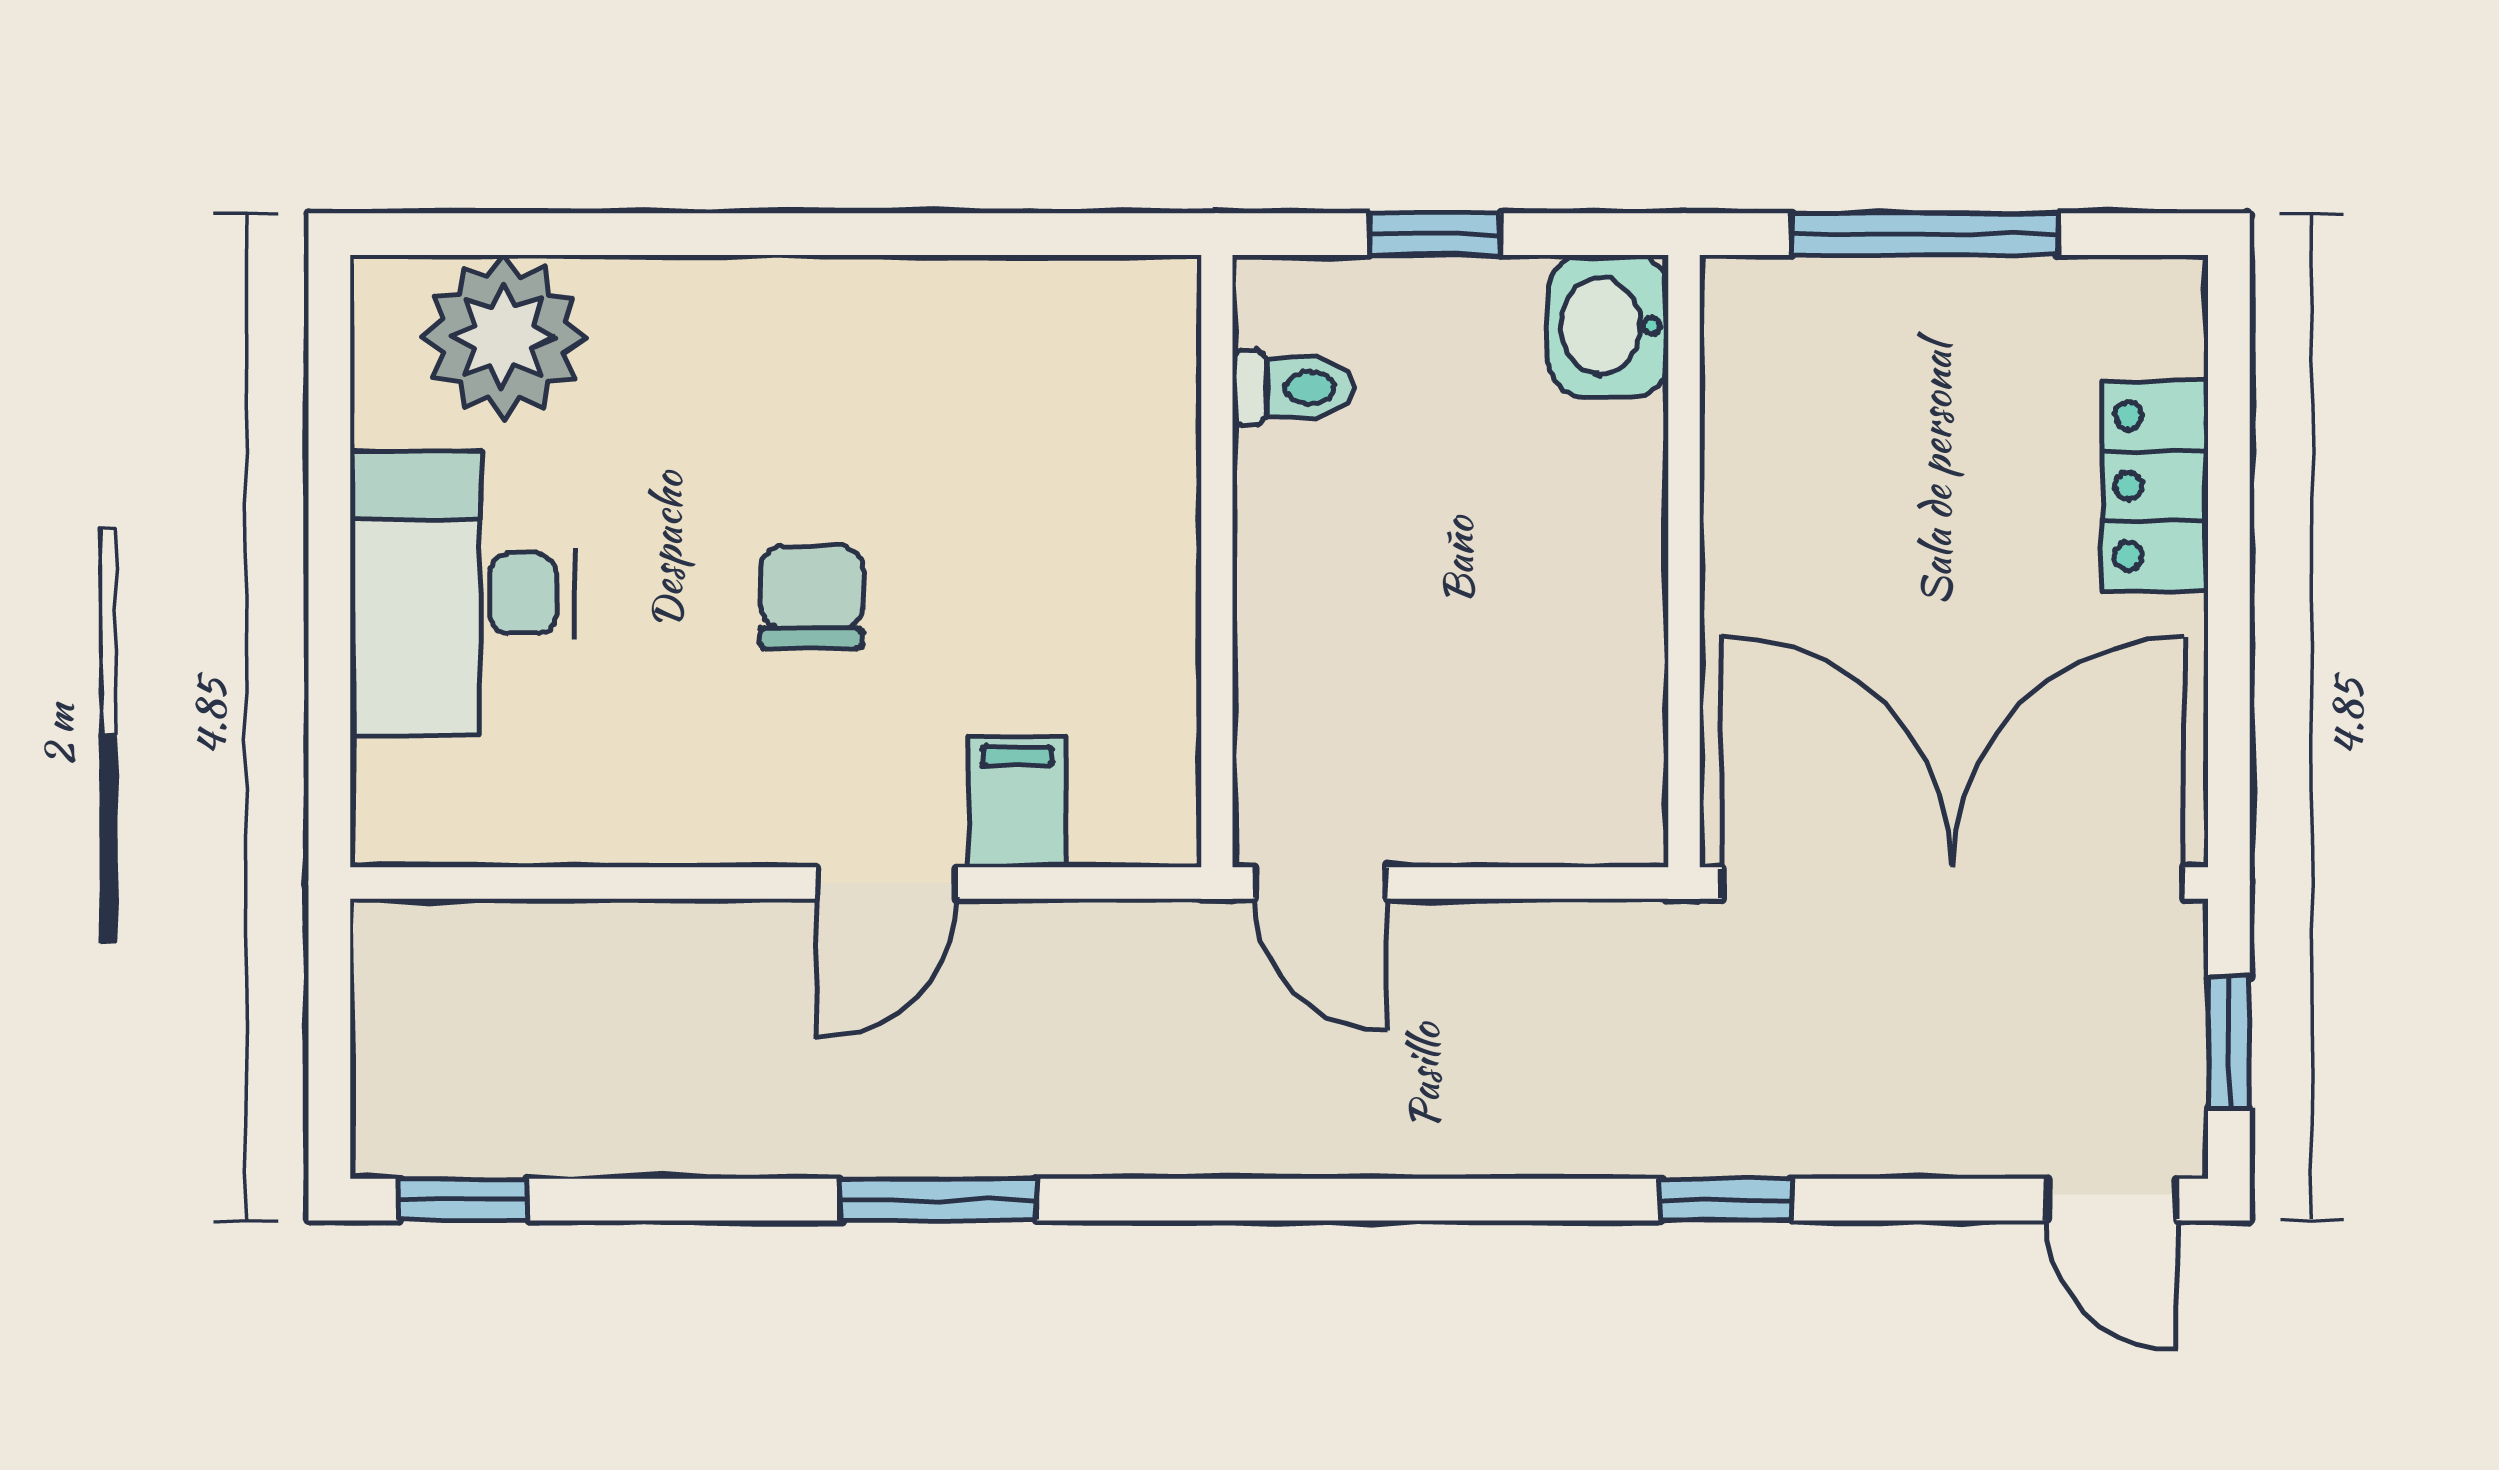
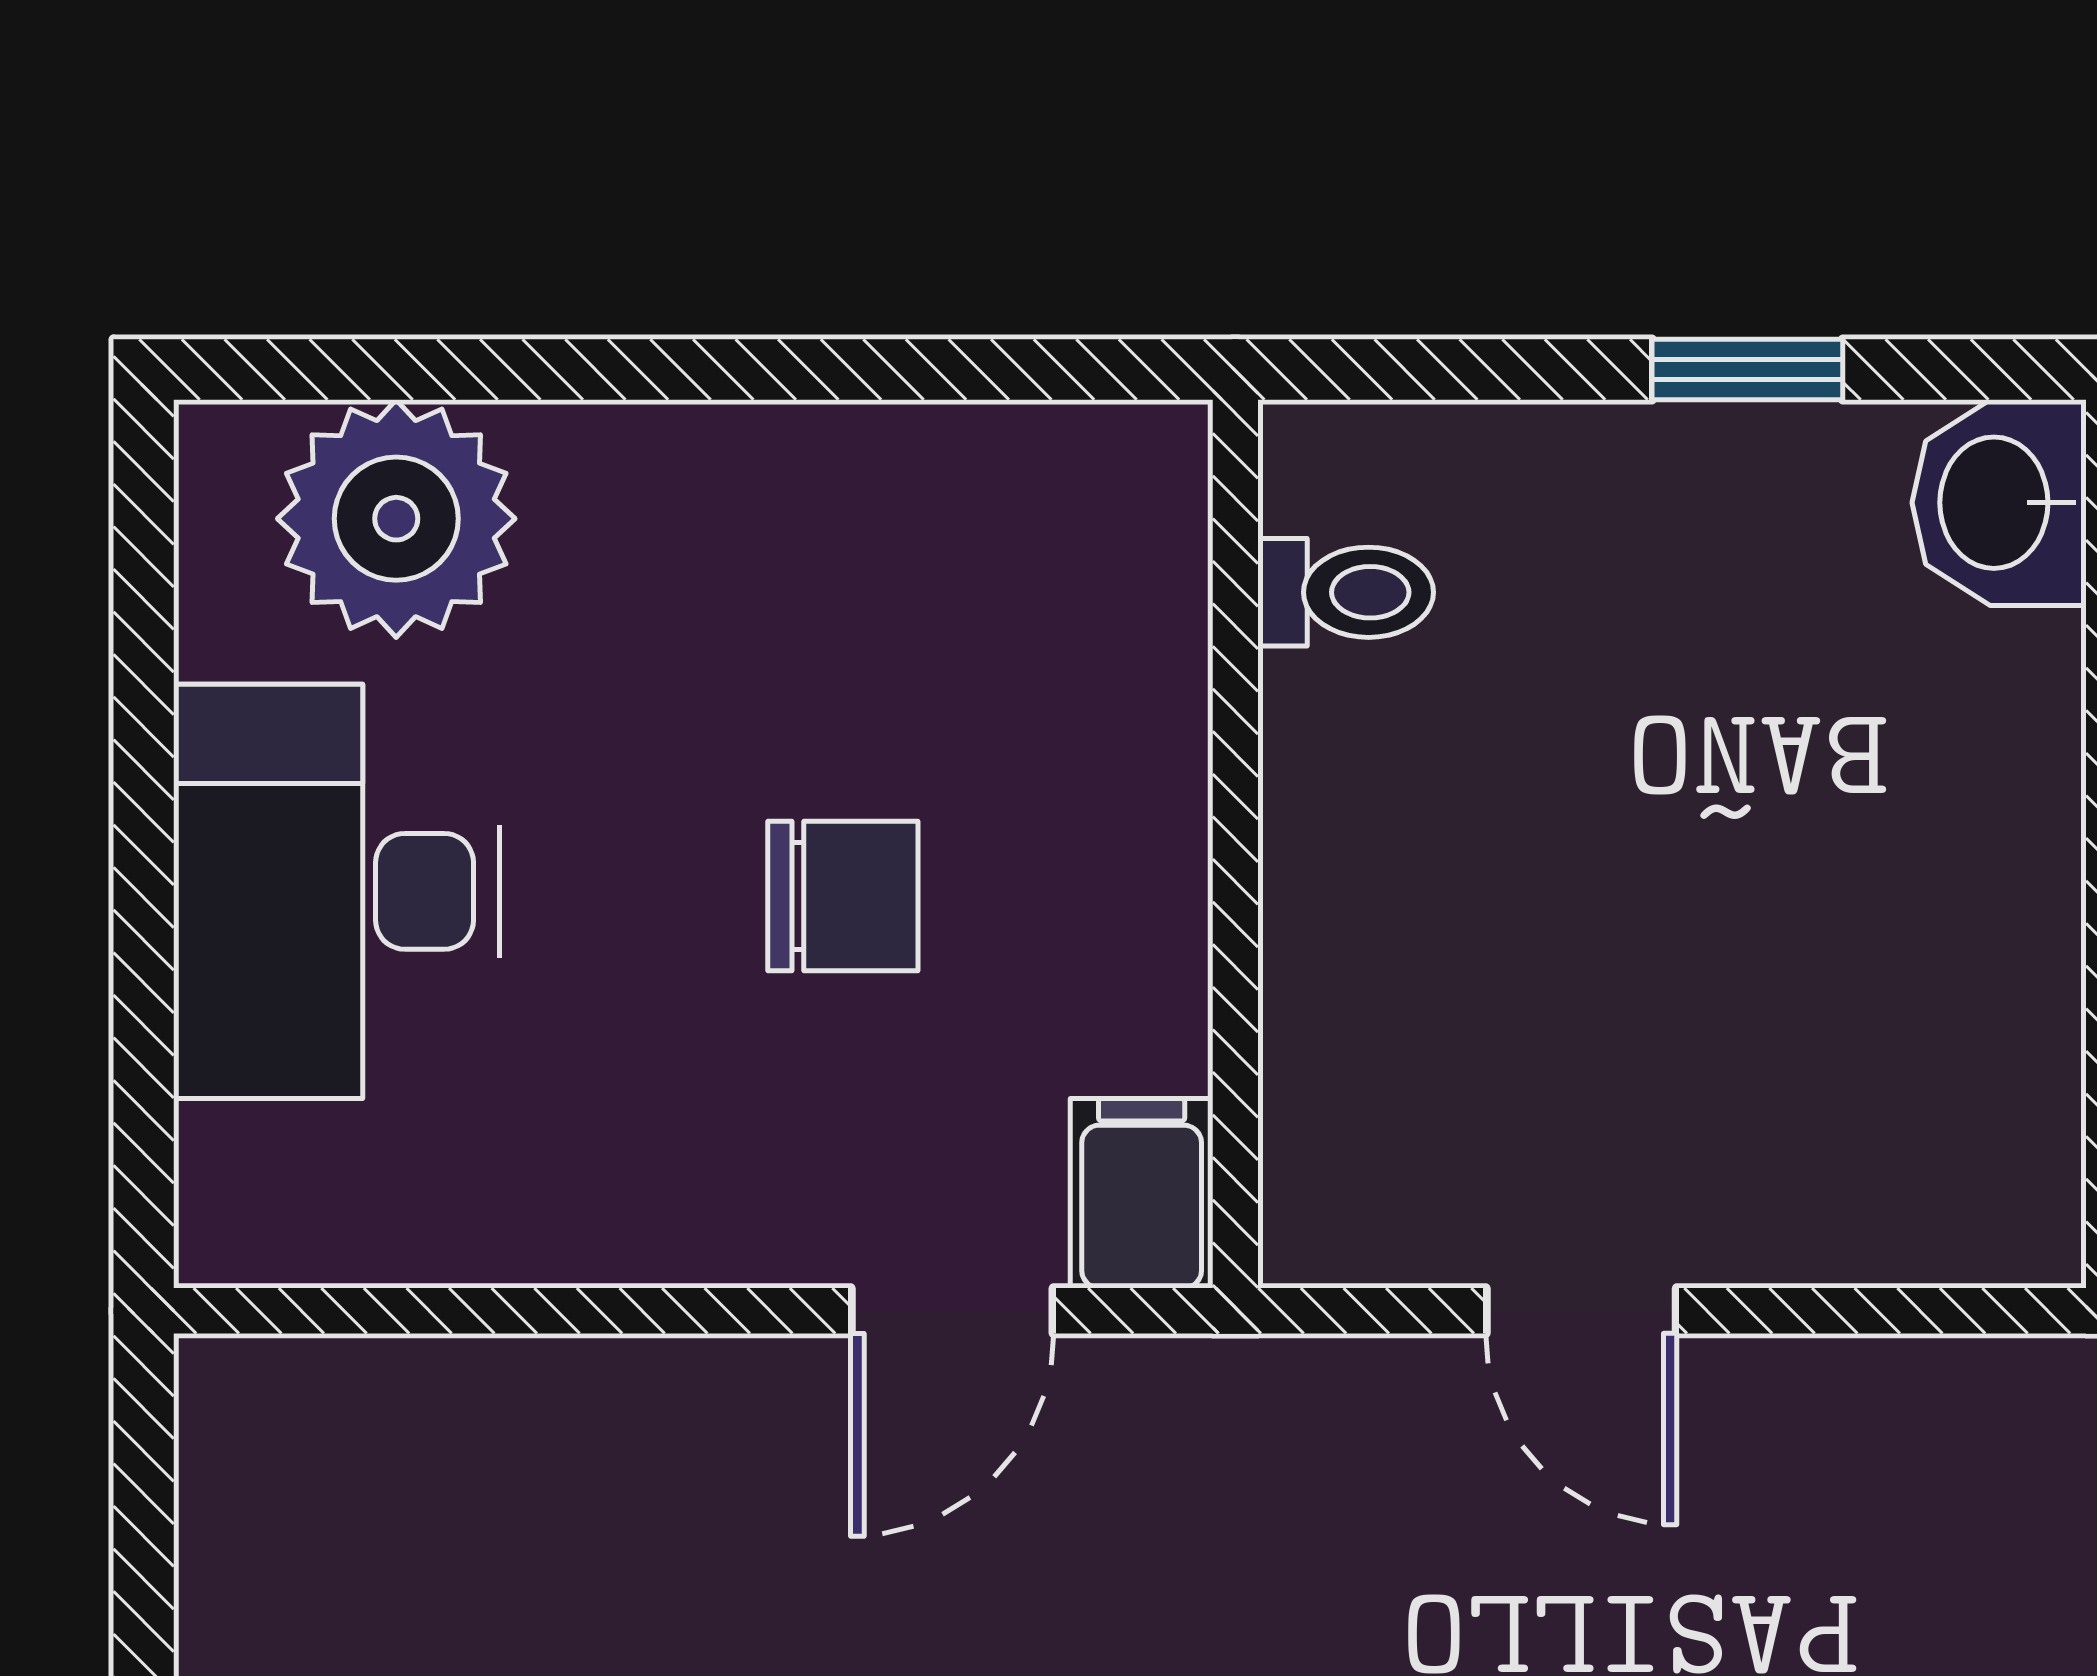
toilet: (1293, 388) -> (1346, 592), moved
wall: (1217, 561) -> (1235, 844), moved
chair: (811, 597) -> (843, 896), turned 90

